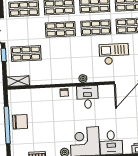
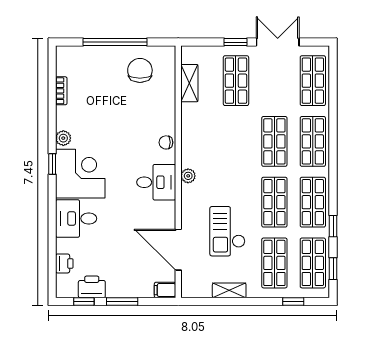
checkout: (114, 54) -> (227, 231), turned 180
shelving: (18, 81) -> (189, 83), moved
chair: (20, 122) -> (140, 70), moved, turned 180

